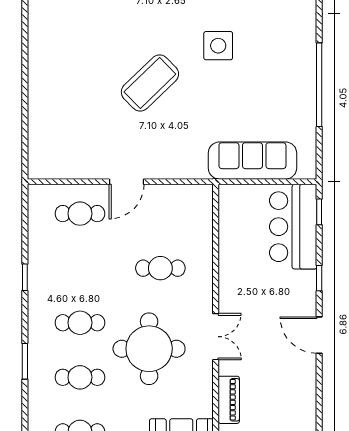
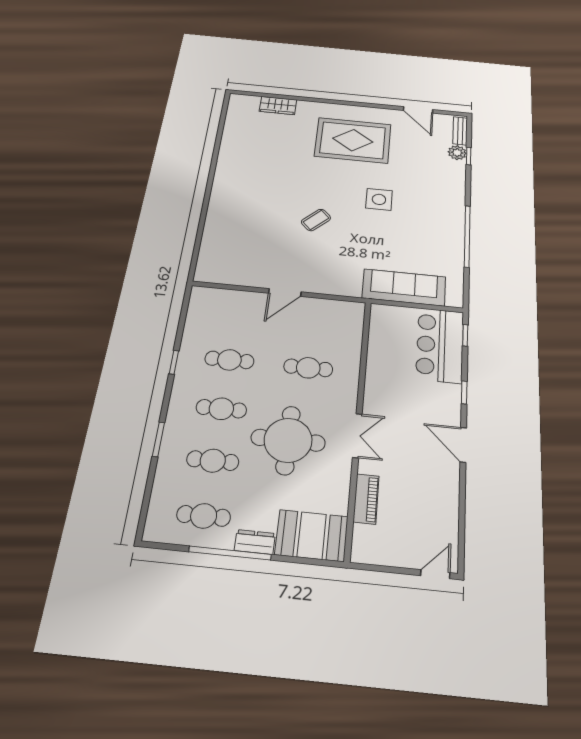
coffee table: (150, 83) -> (316, 220), width x0.54, depth x0.58
cafe table: (80, 214) -> (229, 360), moved

